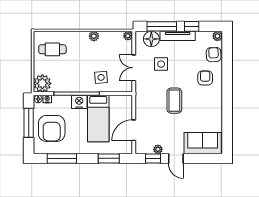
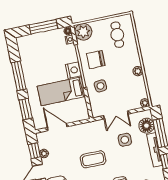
double door: (134, 68) -> (116, 115), swing flipped
chair: (73, 77) -> (96, 60), added
armchair: (52, 128) -> (43, 49), removed
window: (62, 158) -> (19, 76), moved

